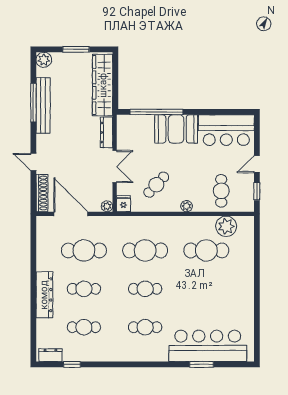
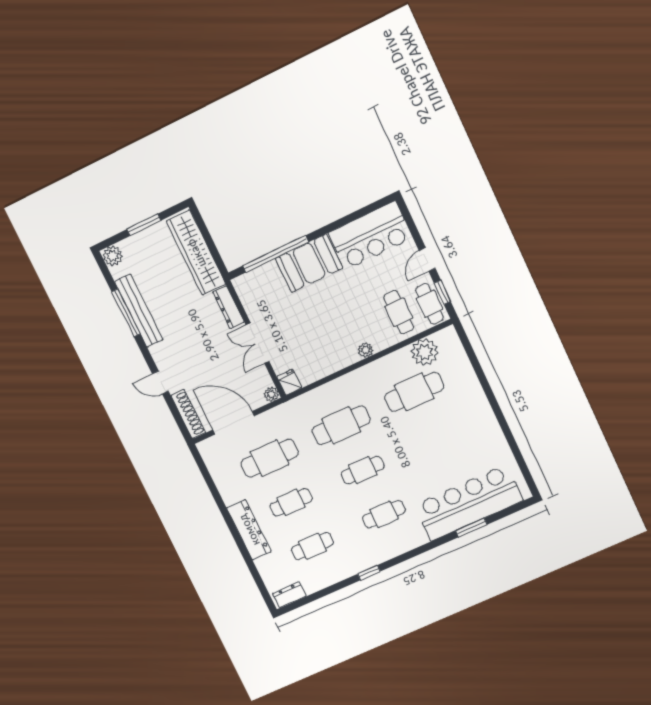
double door: (115, 167) -> (258, 343), swing flipped
cafe table: (156, 185) -> (430, 304), moved, turned -43
window: (72, 364) -> (369, 573), moved

